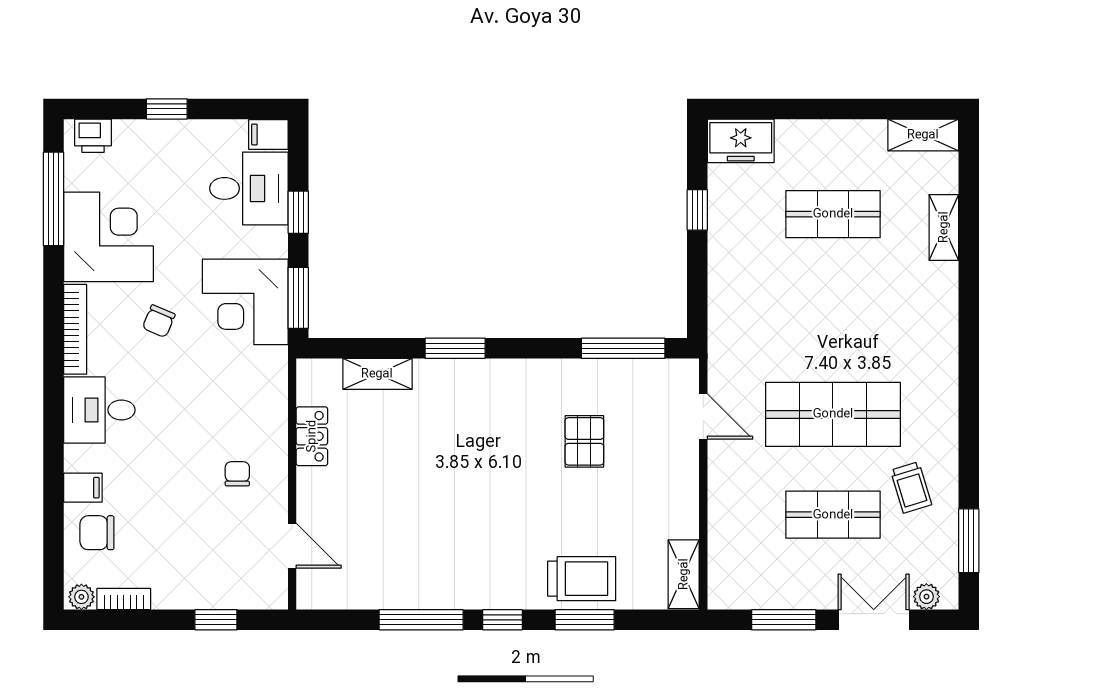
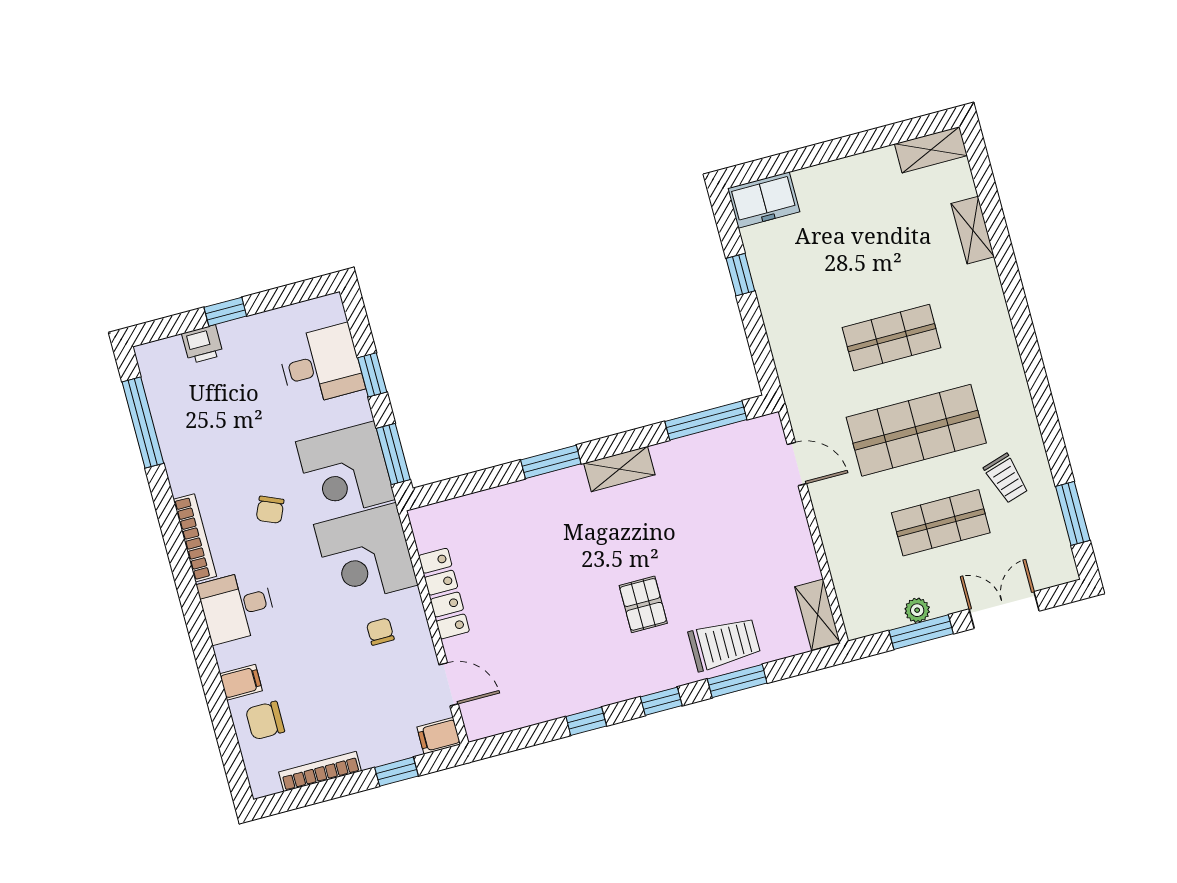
filing cabinet: (268, 134) -> (439, 736), moved
printer: (93, 136) -> (203, 344), moved
shop shelf: (833, 214) -> (892, 338), moved
corner desk: (108, 237) -> (366, 555), moved, turned 180
shelving: (377, 374) -> (619, 469), moved
locker: (312, 436) -> (444, 594), width x1.53
pallet: (584, 441) -> (643, 604), moved
plant: (81, 597) -> (266, 784), removed
plant: (926, 597) -> (917, 610), moved
bookcase: (124, 599) -> (320, 771), width x1.56
window: (421, 620) -> (586, 721), width x0.46

